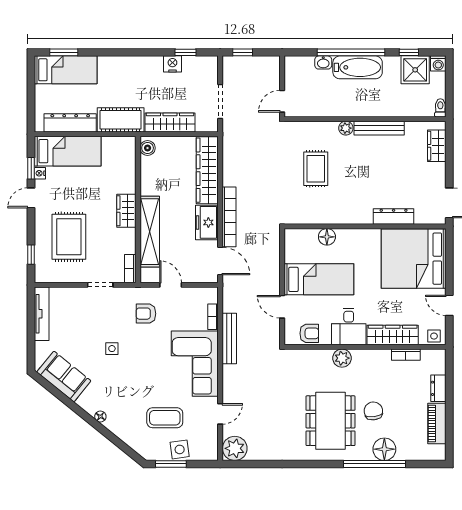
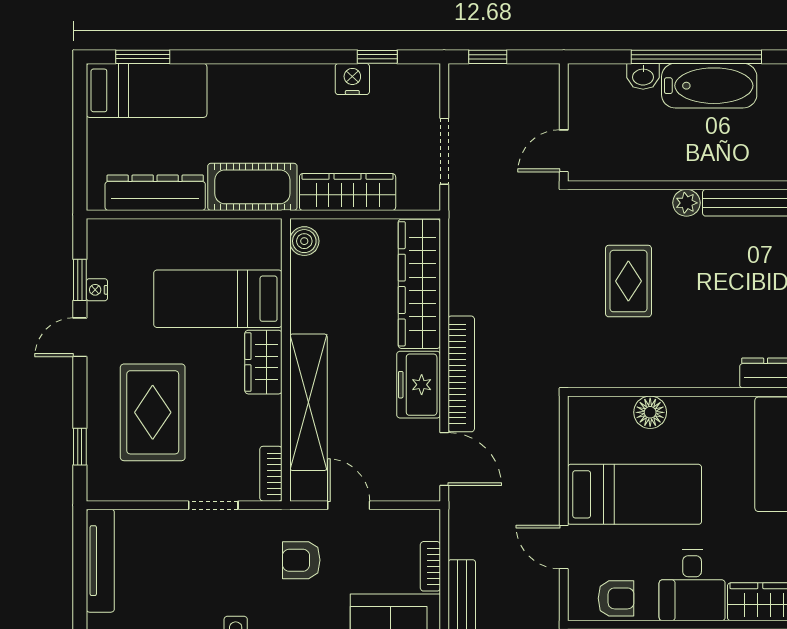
bed: (68, 151) -> (218, 299), moved, turned 180

